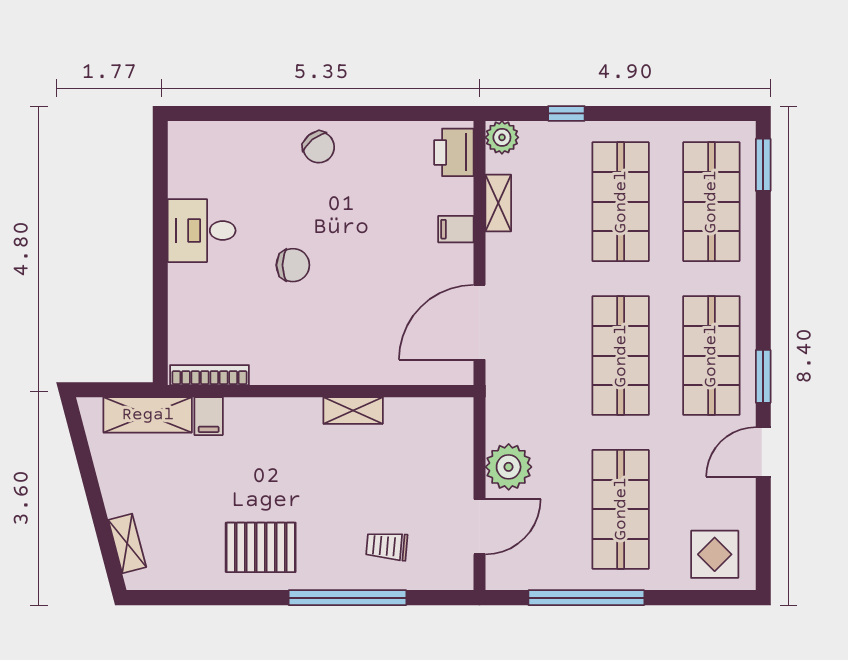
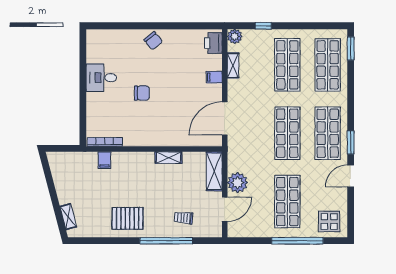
shelving: (148, 415) -> (214, 171), moved, turned 90
window: (586, 598) -> (297, 241), moved

